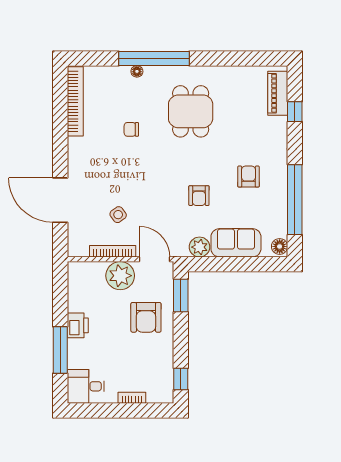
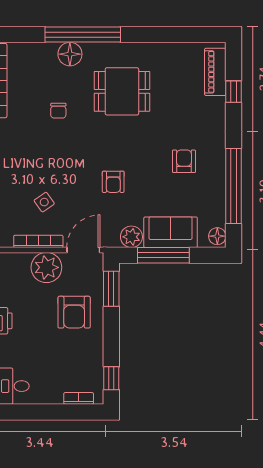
floor lamp: (137, 71) -> (70, 54), width x1.89, depth x1.89
dining table: (191, 111) -> (122, 91), turned 90
chair: (131, 129) -> (58, 111), turned -90
armchair: (199, 196) -> (113, 182), moved
door: (155, 259) -> (83, 250), hinge flipped
window: (229, 264) -> (163, 255), added
bookcase: (132, 398) -> (79, 398), moved

